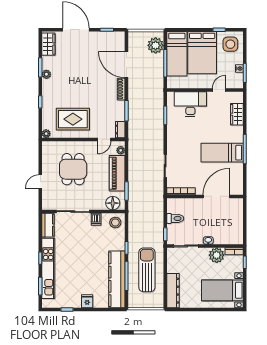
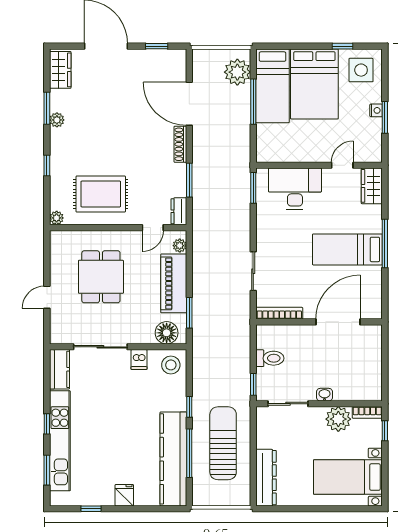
wall: (205, 90) -> (319, 165), moved
door: (219, 90) -> (342, 165), moved
desk: (190, 104) -> (295, 189), moved

